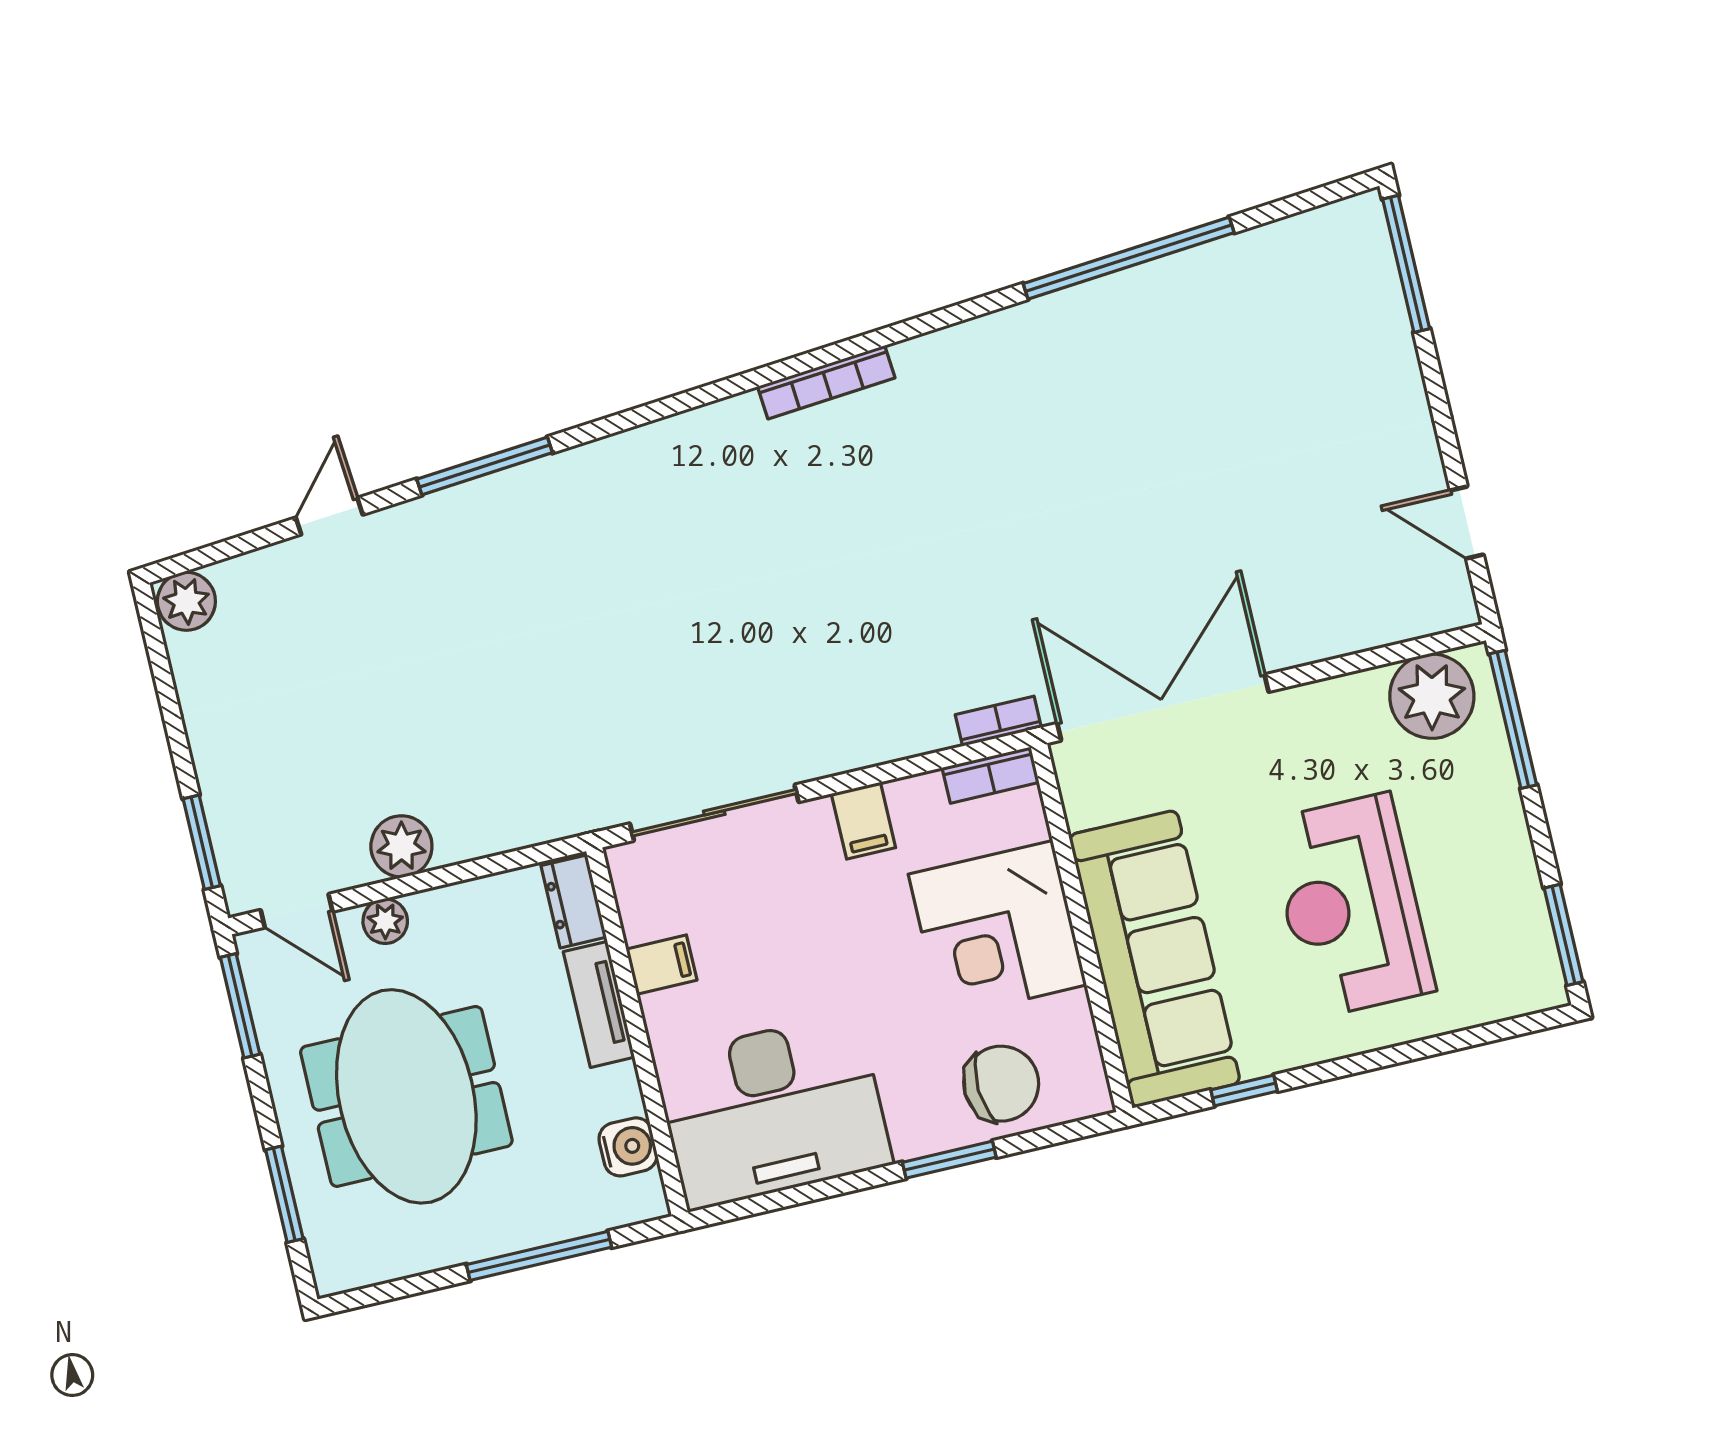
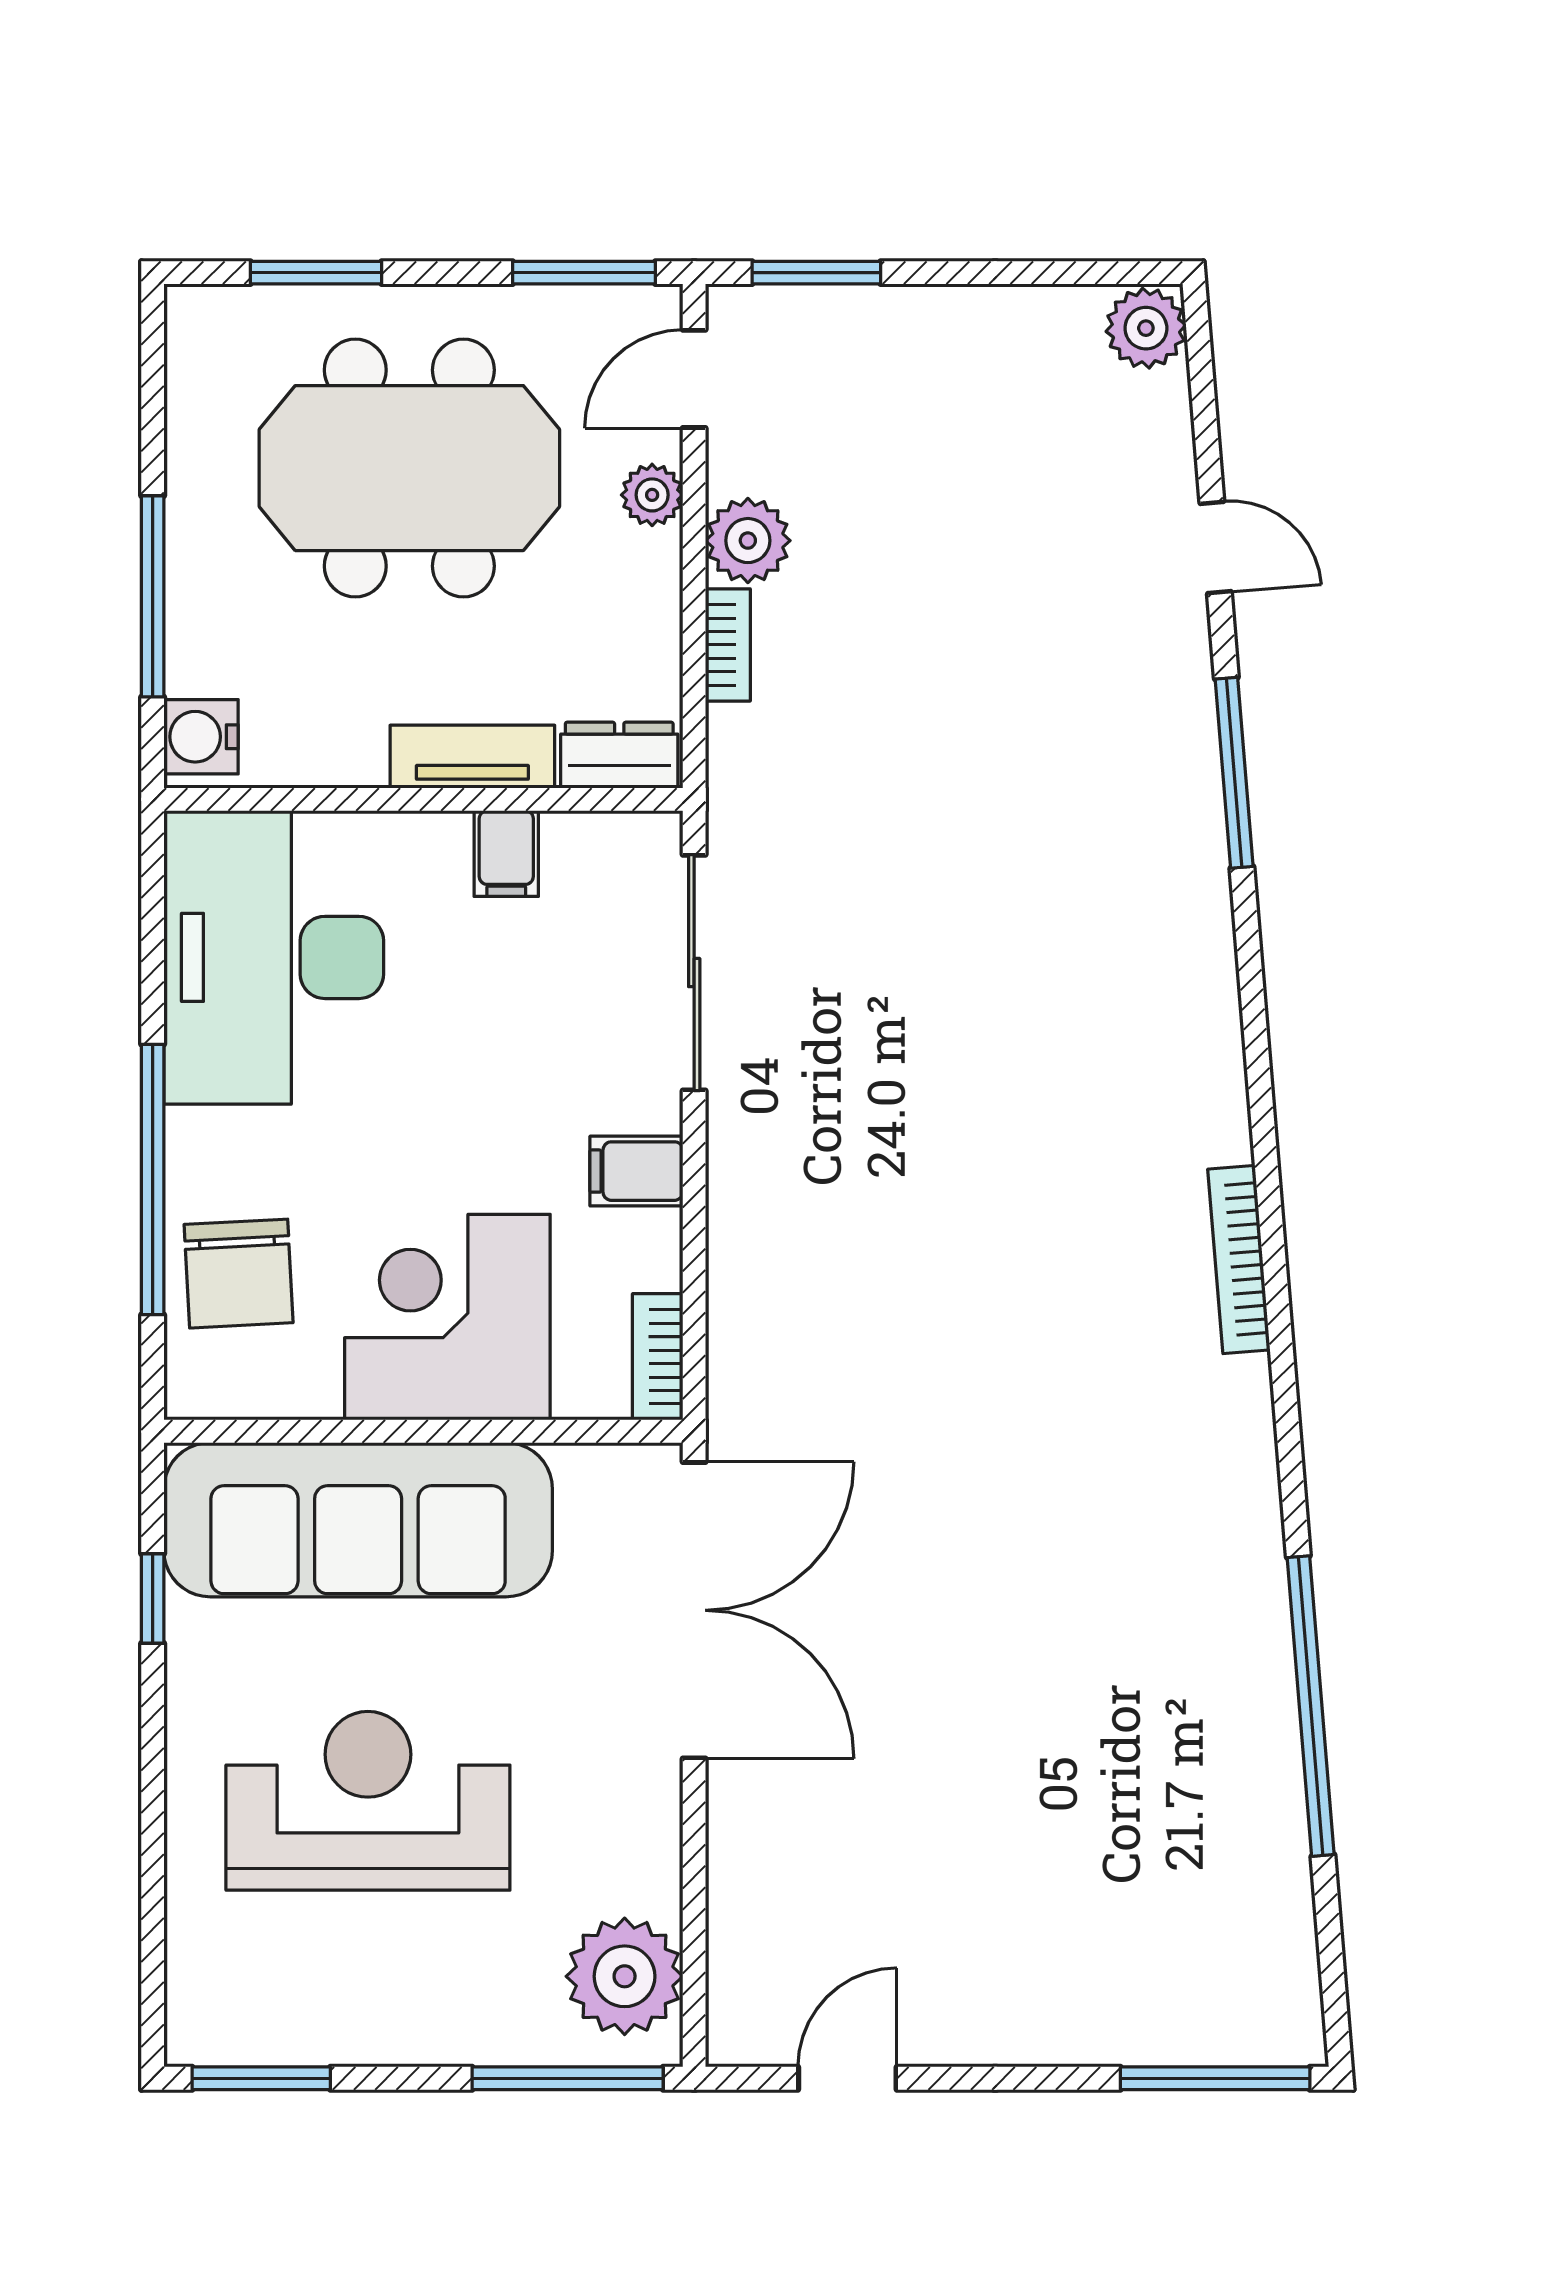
bookcase: (998, 721) -> (728, 645), moved
water cooler: (628, 1147) -> (201, 737), moved, turned 90
window: (949, 1160) -> (153, 1179), width x2.11

